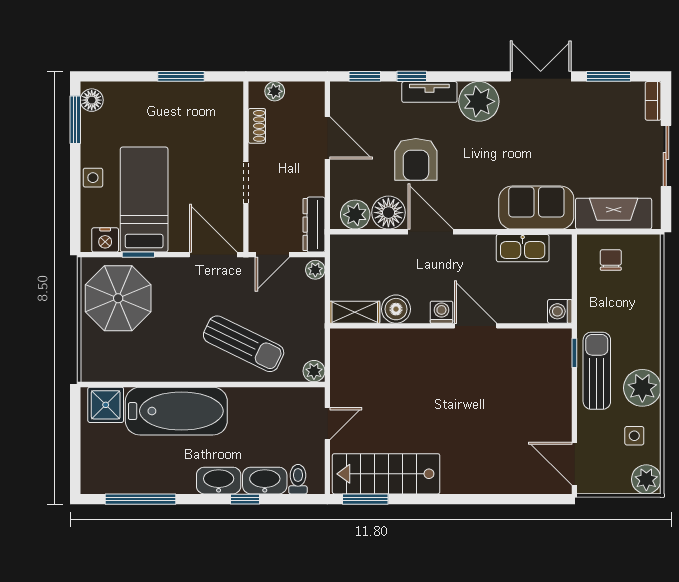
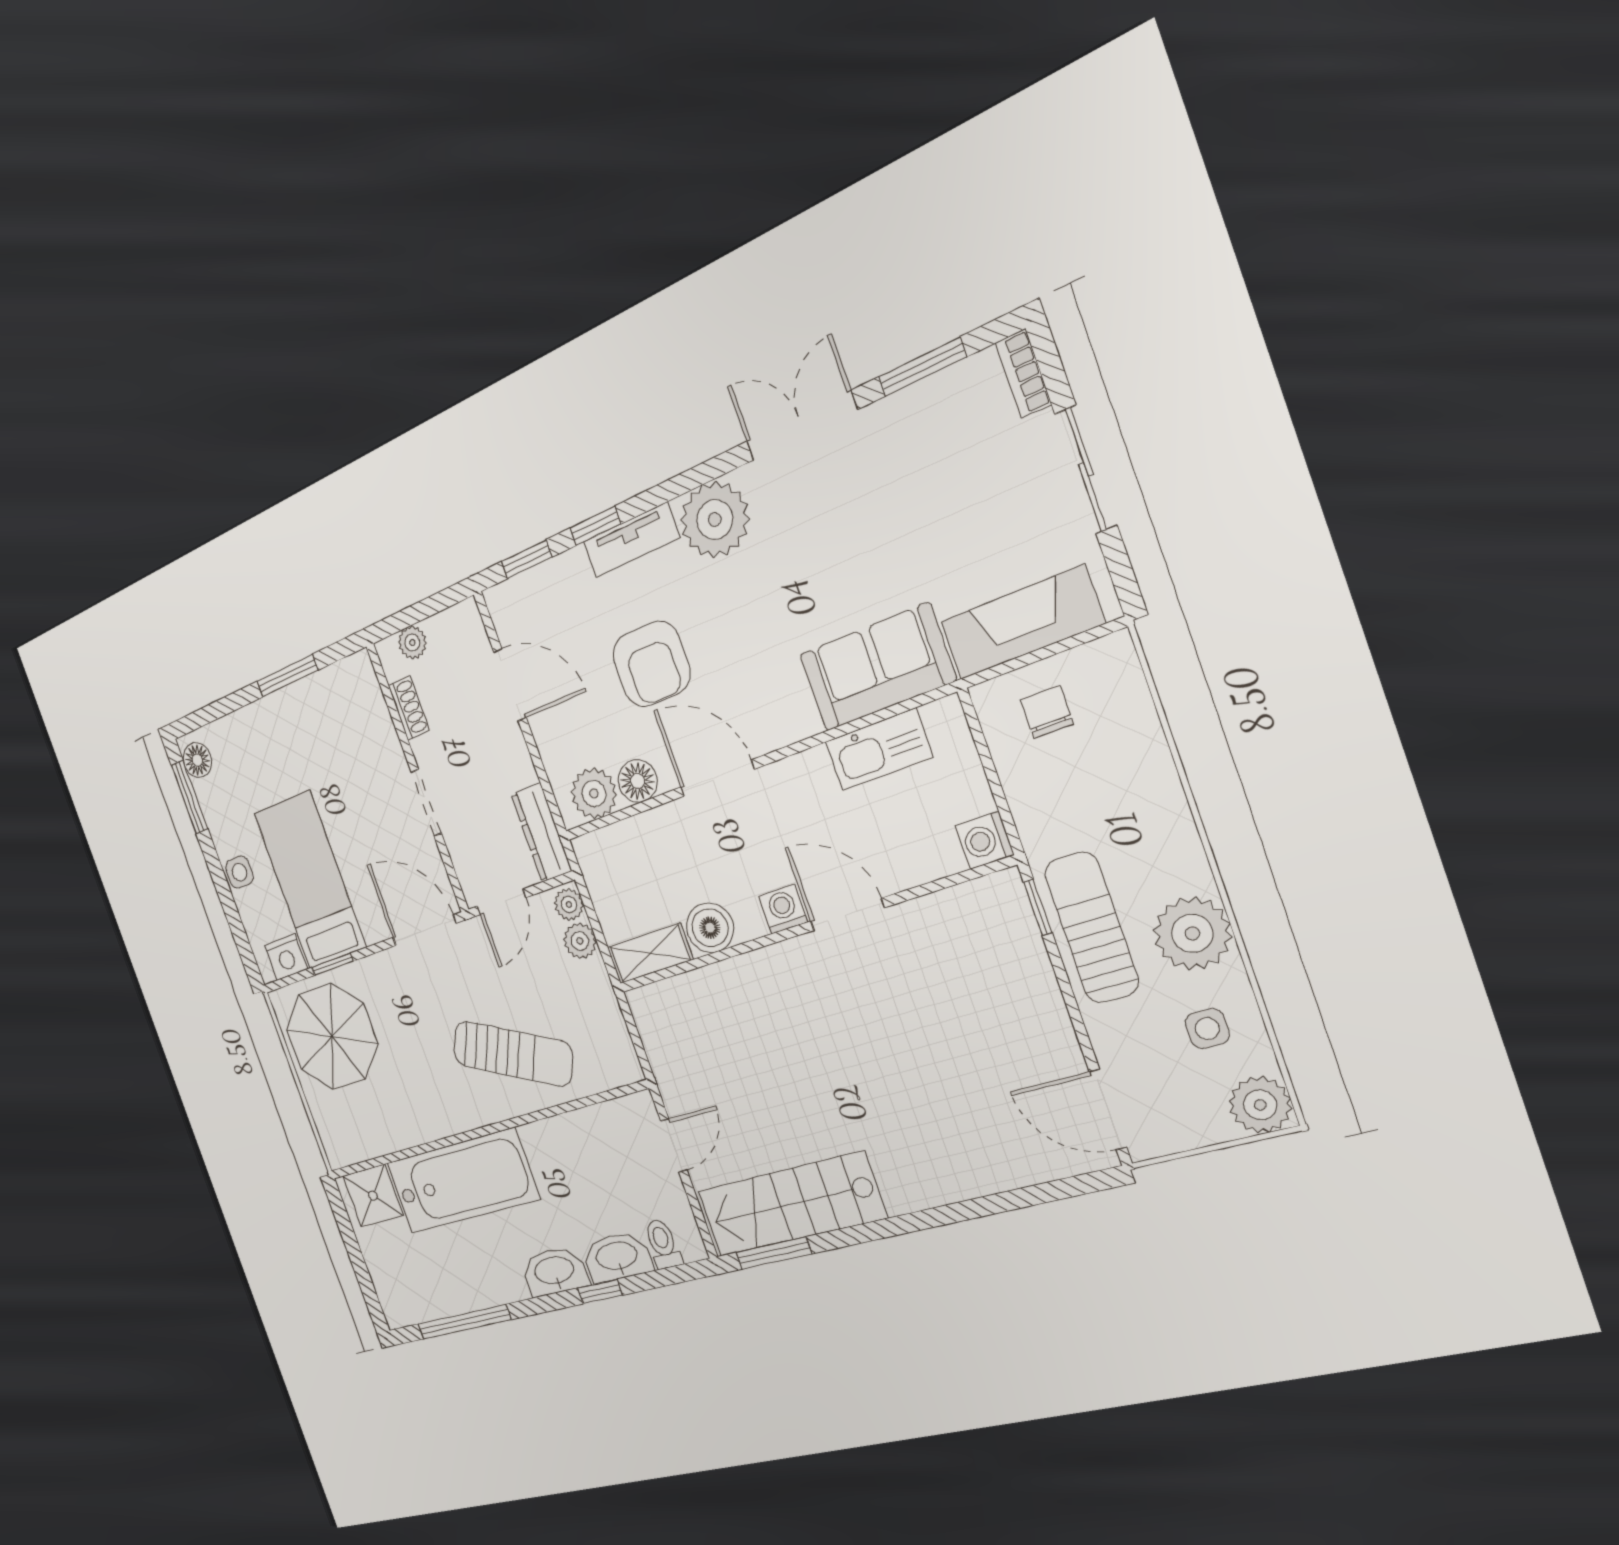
floor lamp: (388, 213) -> (638, 781), width x0.73, depth x0.73
plant: (314, 371) -> (580, 941), moved

